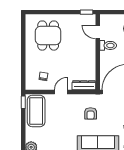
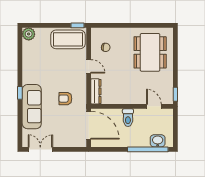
door: (98, 32) -> (154, 106), hinge flipped
dining table: (48, 36) -> (150, 52), width x1.38
toilet: (108, 45) -> (128, 118), moved

